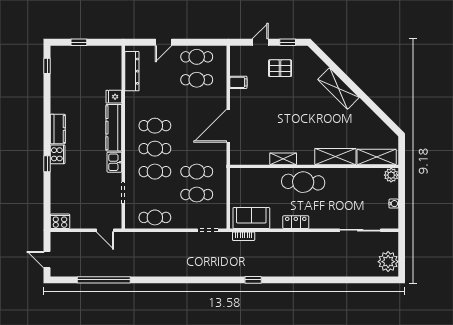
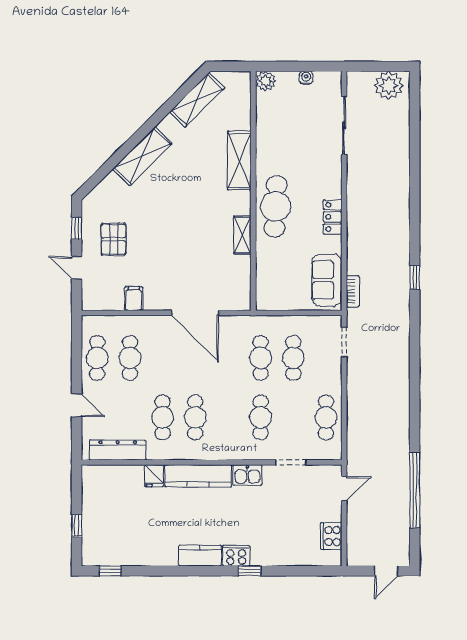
cafe table: (155, 149) -> (163, 417), moved
shelving: (377, 157) -> (197, 100), moved, turned 45
cooker: (60, 221) -> (331, 536), moved

